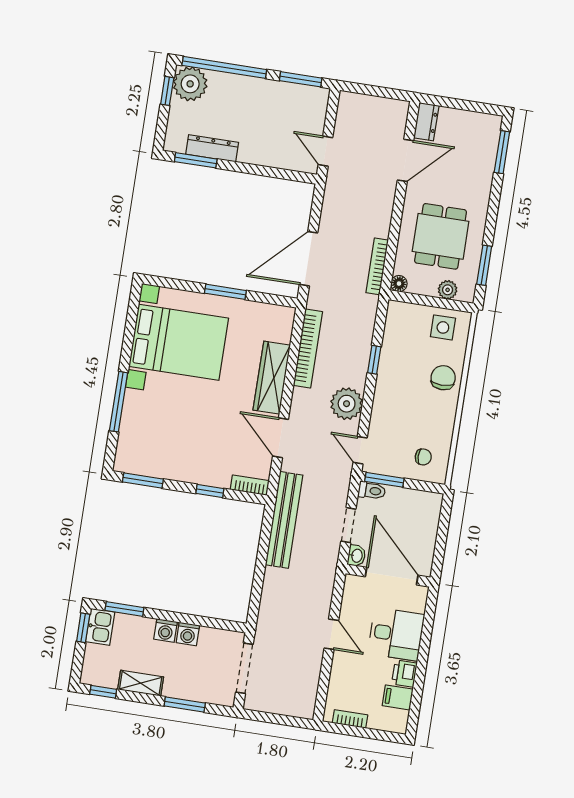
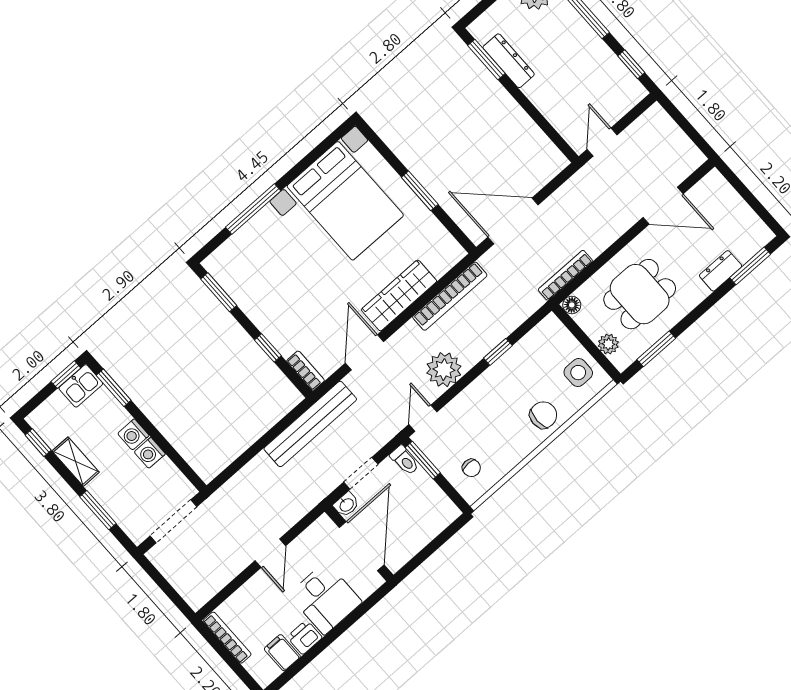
window: (301, 79) -> (631, 64), width x0.67
dresser: (426, 122) -> (721, 271), moved, turned 180
bookcase: (350, 719) -> (227, 638), width x1.56

